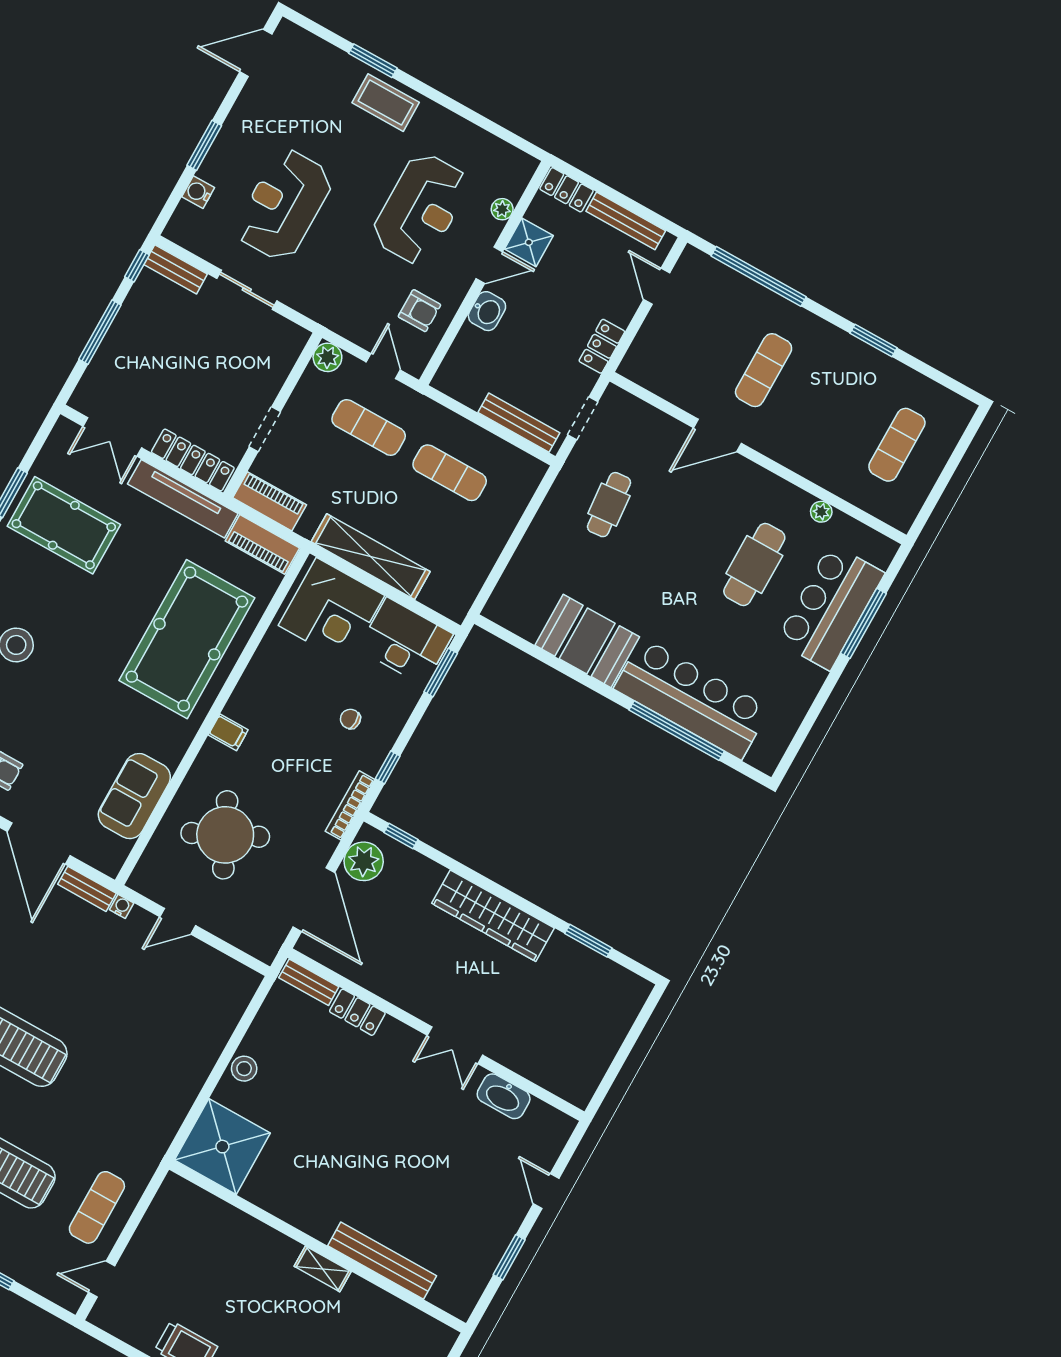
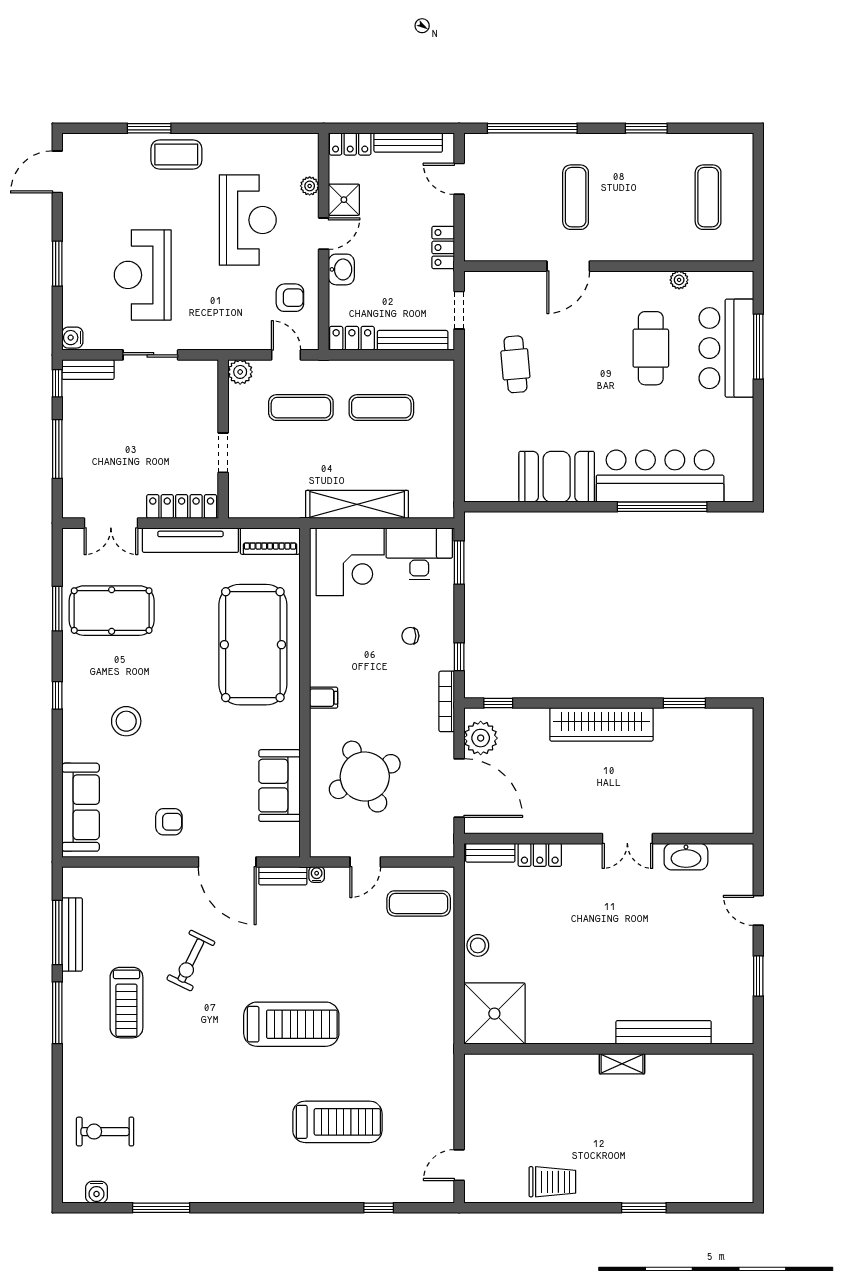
water cooler: (198, 192) -> (72, 338), moved
locker: (459, 386) -> (352, 338), added
piano: (270, 501) -> (257, 505), removed
exercise mat: (97, 1207) -> (419, 903), moved, turned 90

